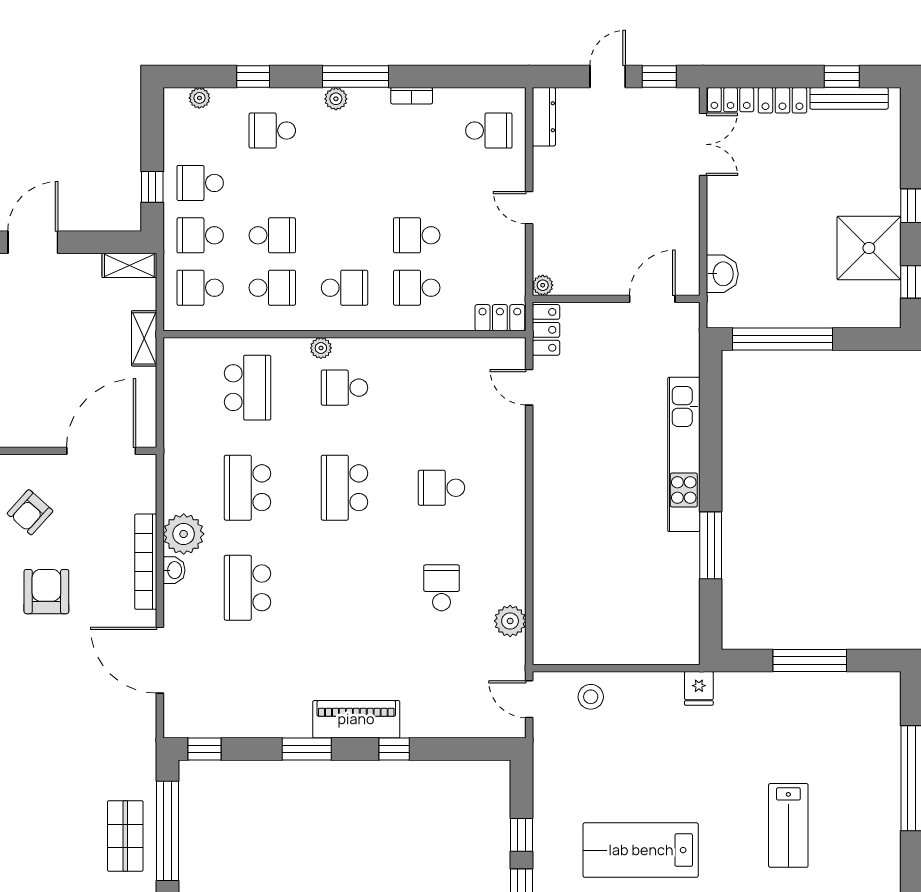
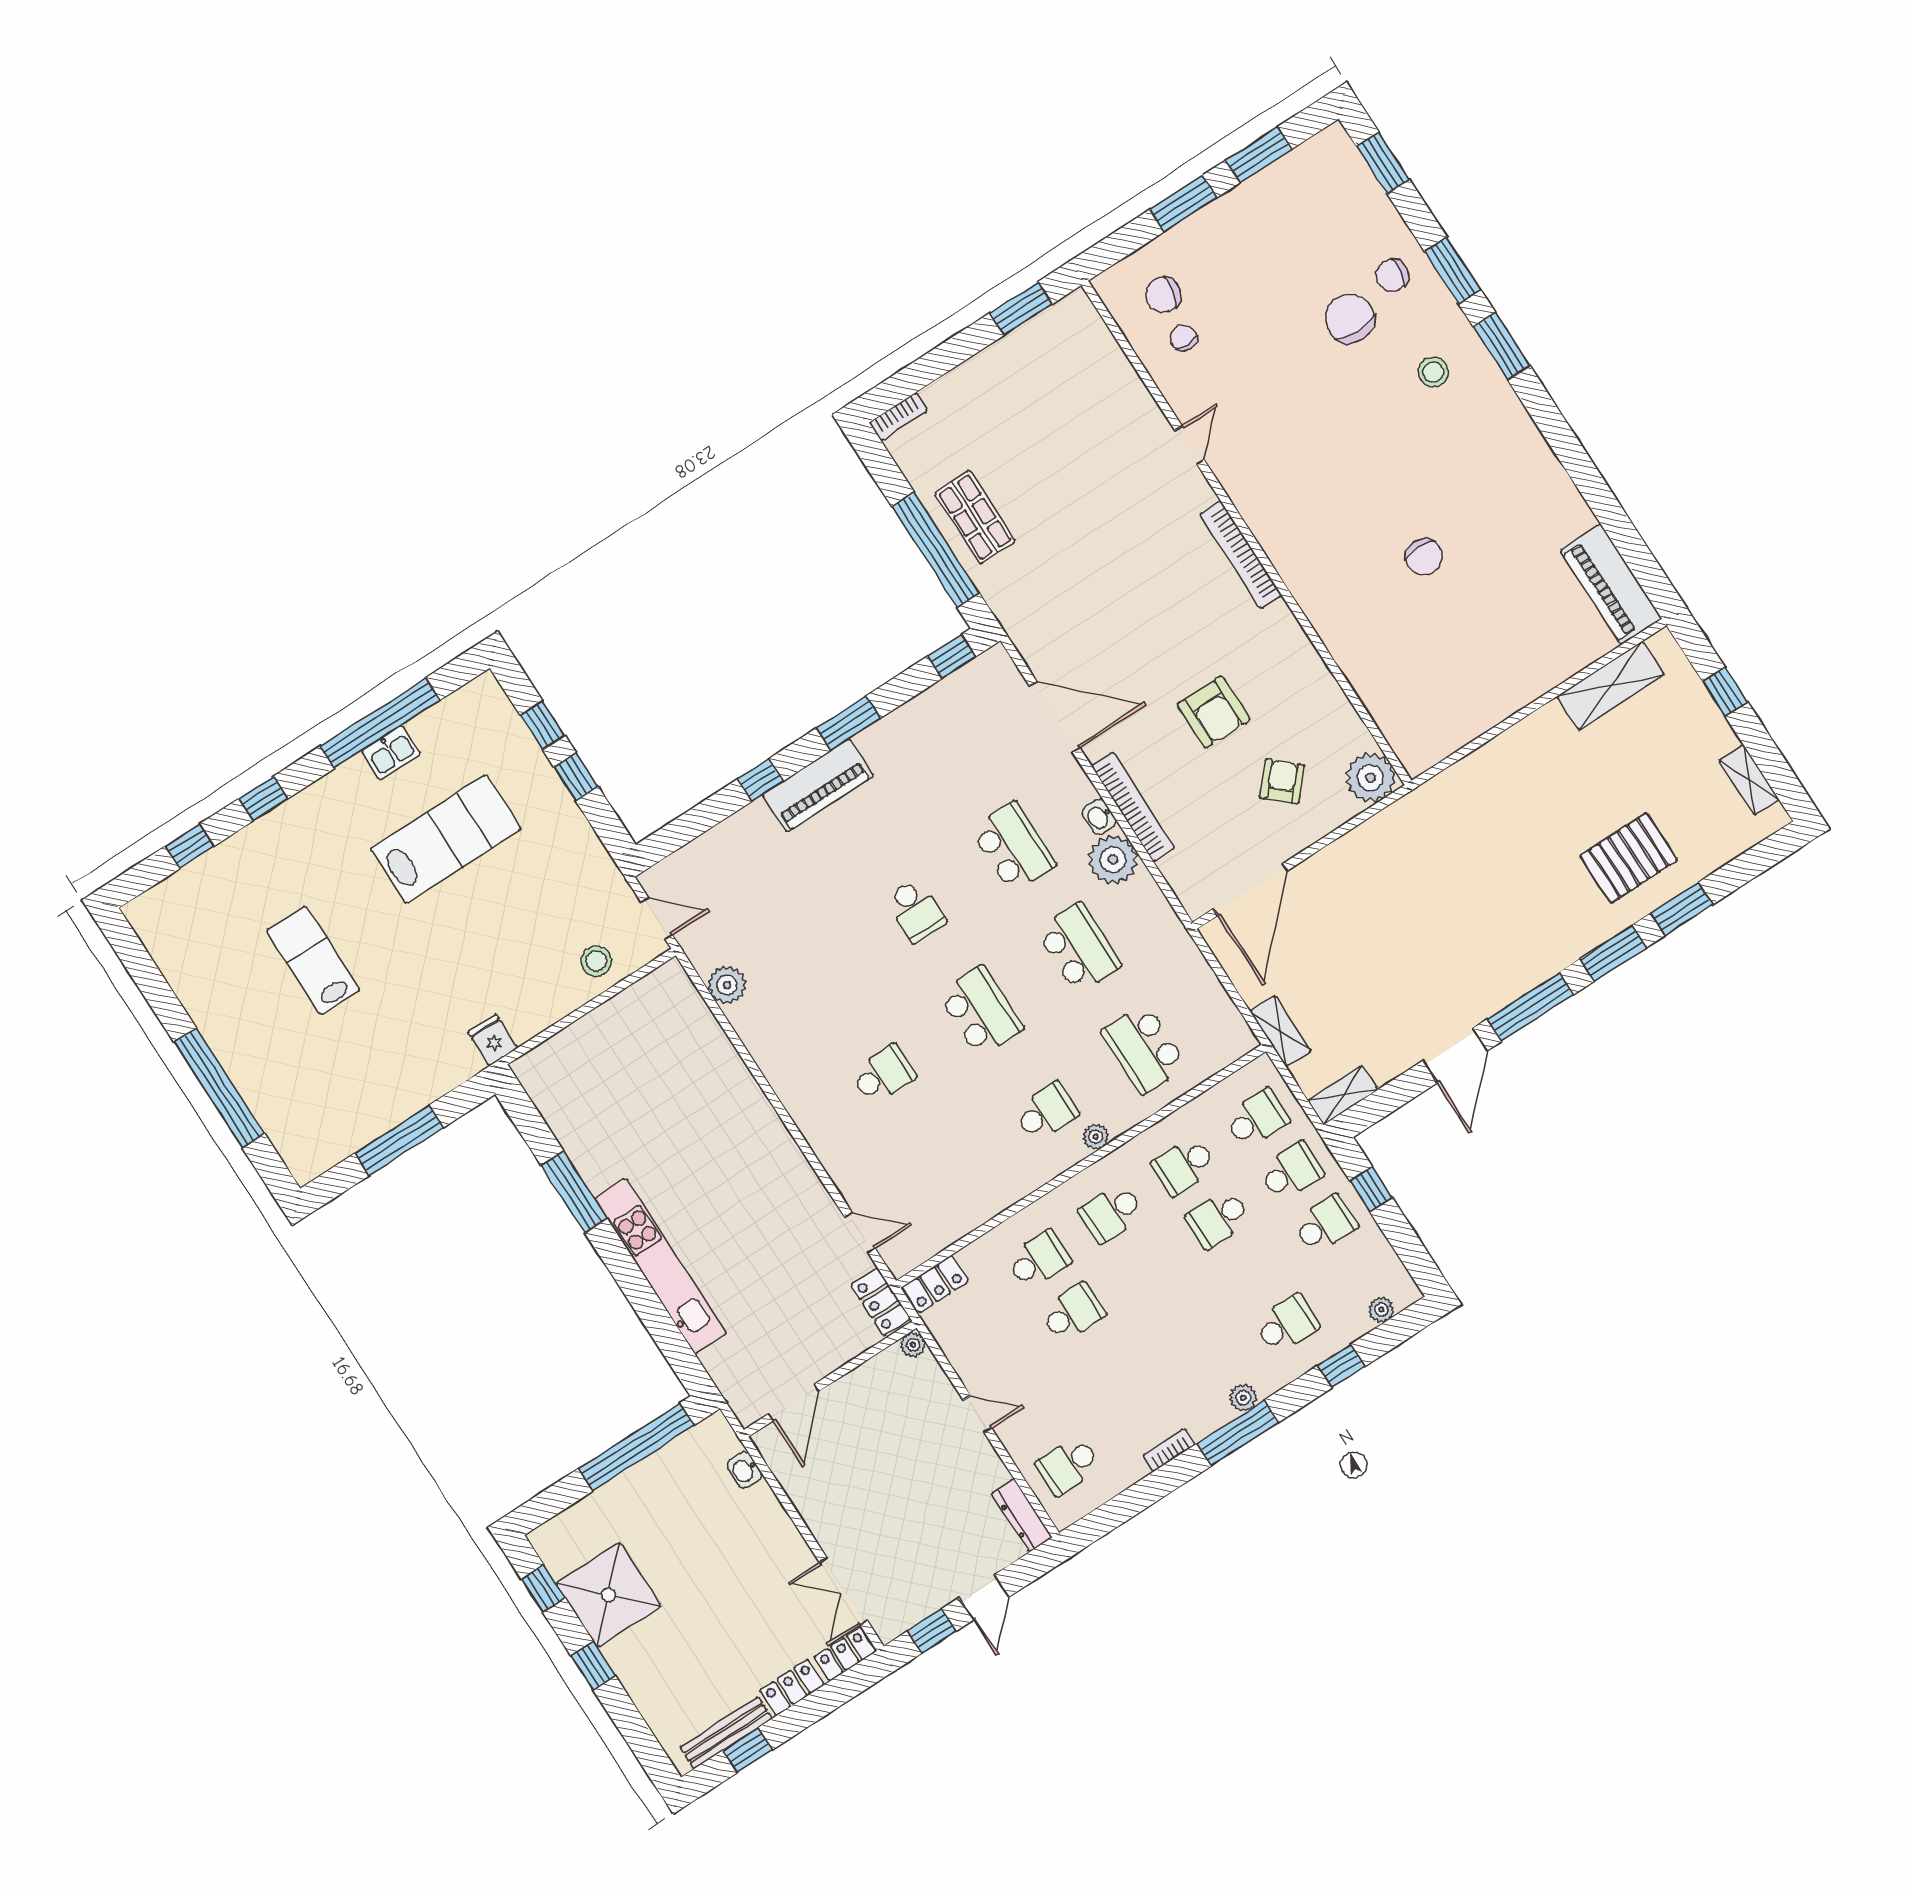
washbasin: (722, 274) -> (745, 1470), width x0.72, depth x0.69
school desk: (441, 588) -> (916, 910), moved

